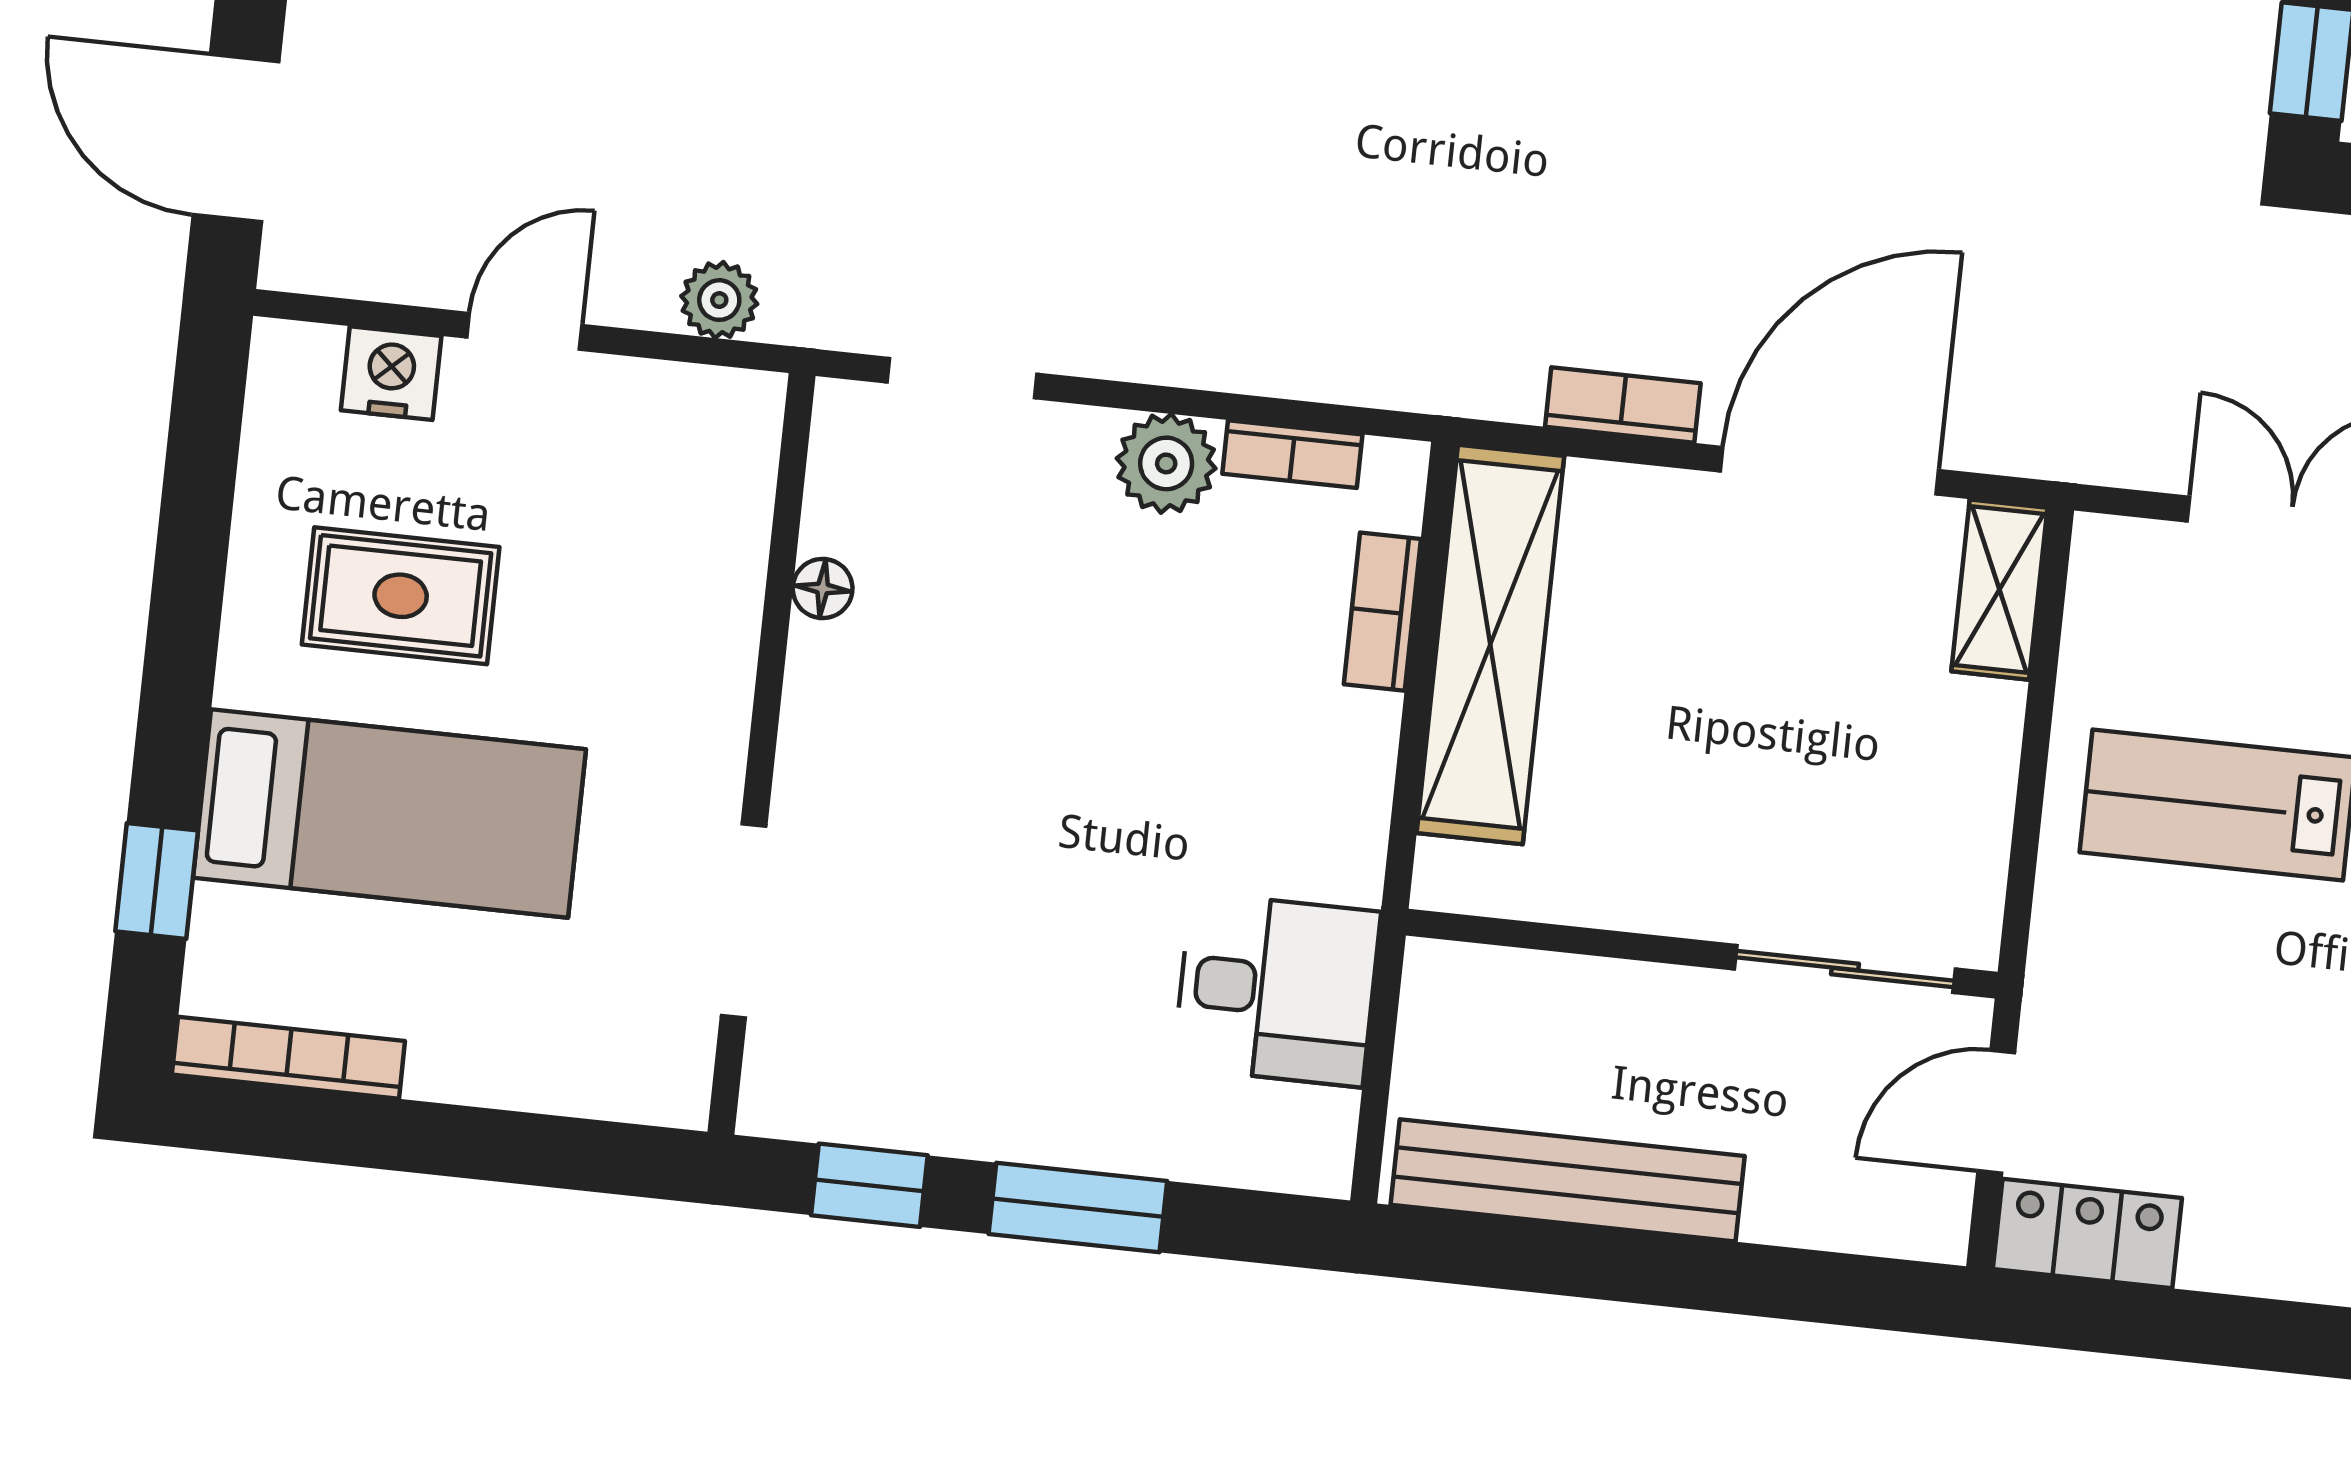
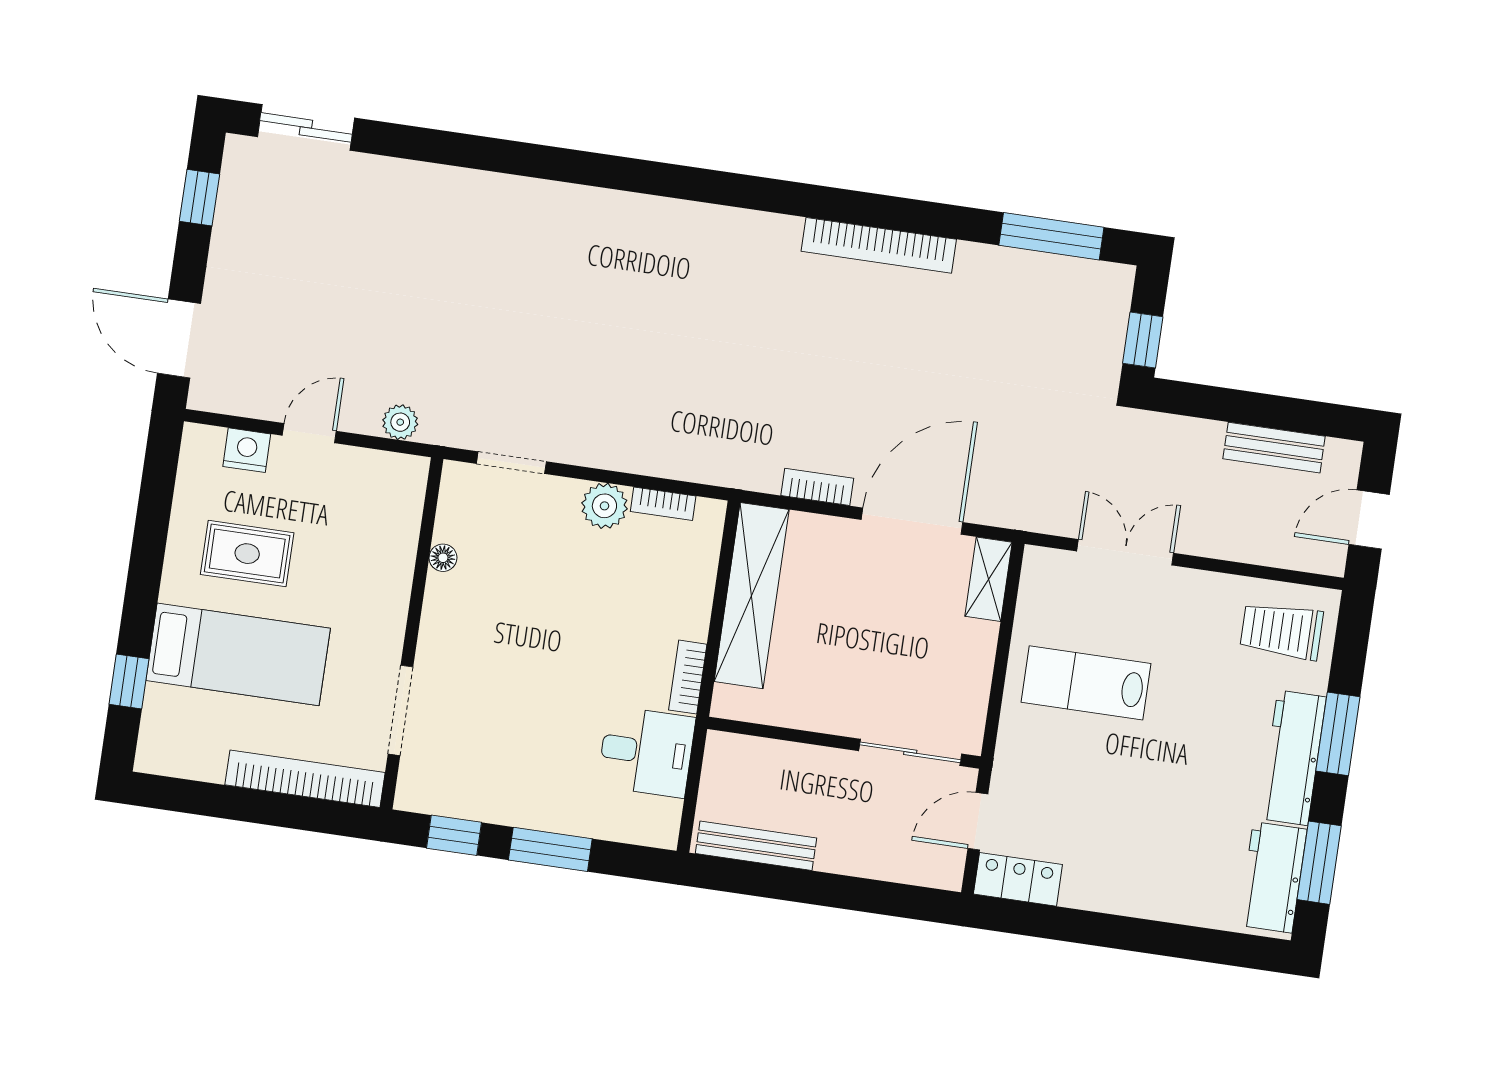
bookcase: (1382, 612) -> (688, 677), moved
bookcase: (288, 1058) -> (305, 779), moved, width x1.48, depth x1.31
bench: (1568, 1180) -> (756, 846), width x0.73, depth x0.82

